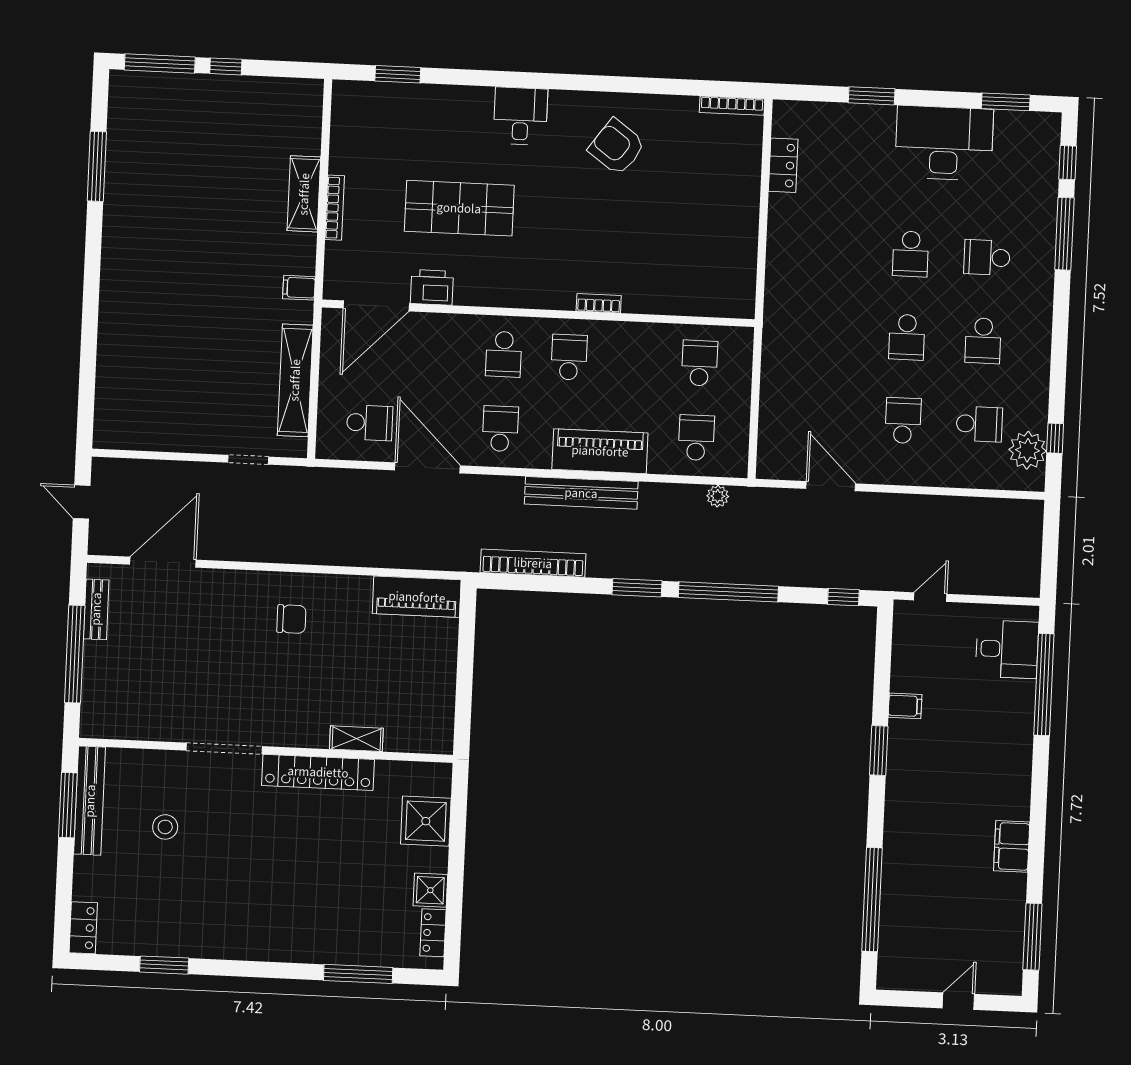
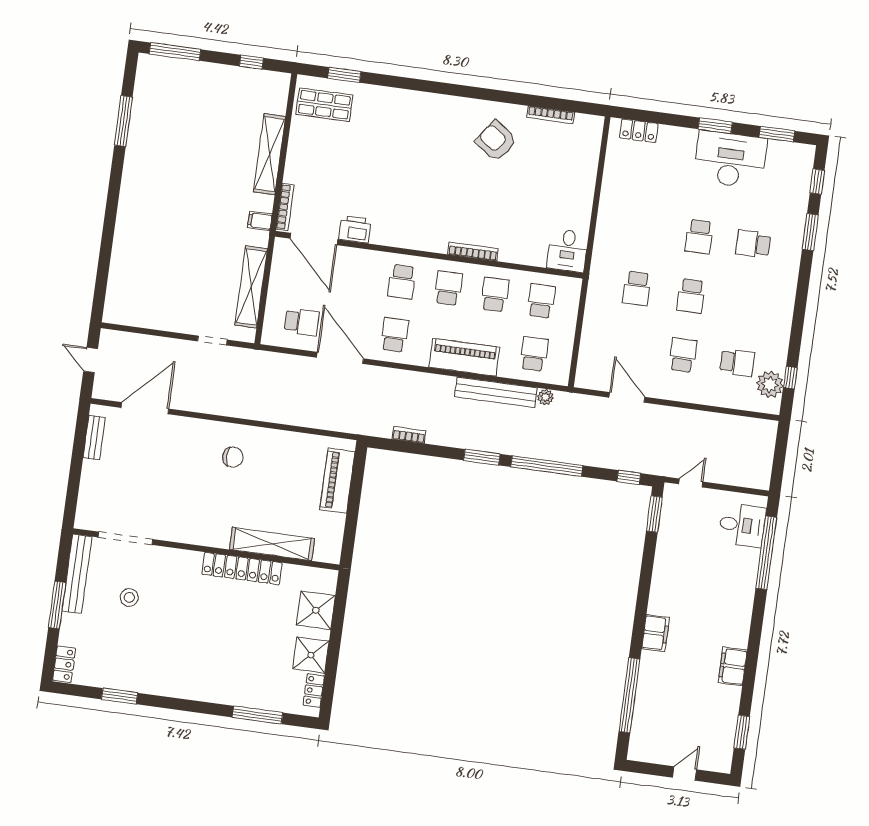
window: (226, 66) -> (251, 62), moved
window: (872, 96) -> (715, 126), moved
bookcase: (732, 106) -> (551, 115), moved
desk: (521, 116) -> (568, 250), moved, turned 180
locker: (783, 165) -> (639, 131), moved, turned 90
shelving: (304, 194) -> (270, 154), width x1.47
bookcase: (335, 208) -> (285, 207), moved
shop shelf: (459, 208) -> (324, 105), moved, width x0.70, depth x0.74
window: (1064, 234) -> (810, 232), width x0.69
bookcase: (599, 303) -> (473, 252), width x1.56
door: (376, 306) -> (314, 239), hinge flipped
school desk: (983, 341) -> (637, 288), moved
school desk: (634, 360) -> (495, 294), added
bench: (581, 493) -> (496, 392), moved
bookcase: (533, 563) -> (409, 435), width x0.43, depth x0.76
piano: (417, 597) -> (337, 481), moved, turned 90
window: (75, 654) -> (76, 468), removed
filing cabinet: (905, 706) -> (655, 633), moved, width x2.00
shelving: (356, 739) -> (272, 544), width x2.20, depth x1.33
doorway: (224, 748) -> (125, 538), moved
window: (879, 751) -> (654, 514), moved
window: (68, 805) -> (57, 605), moved
shower: (430, 890) -> (311, 655), width x1.36, depth x1.36
window: (1032, 937) -> (742, 732), width x0.69

